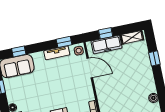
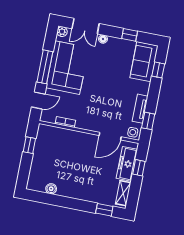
window: (154, 58) -> (104, 210), moved

